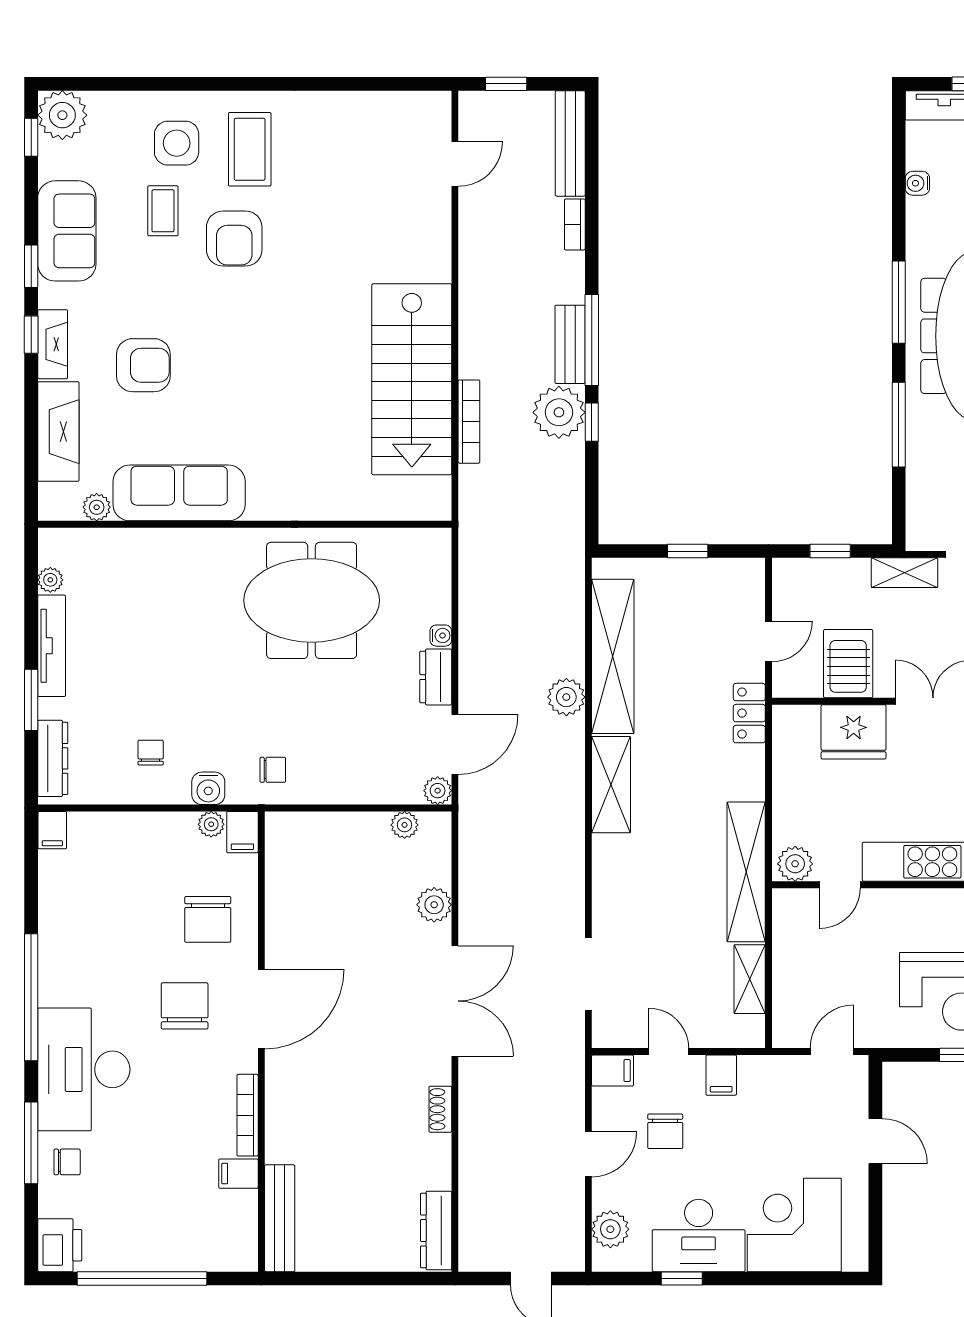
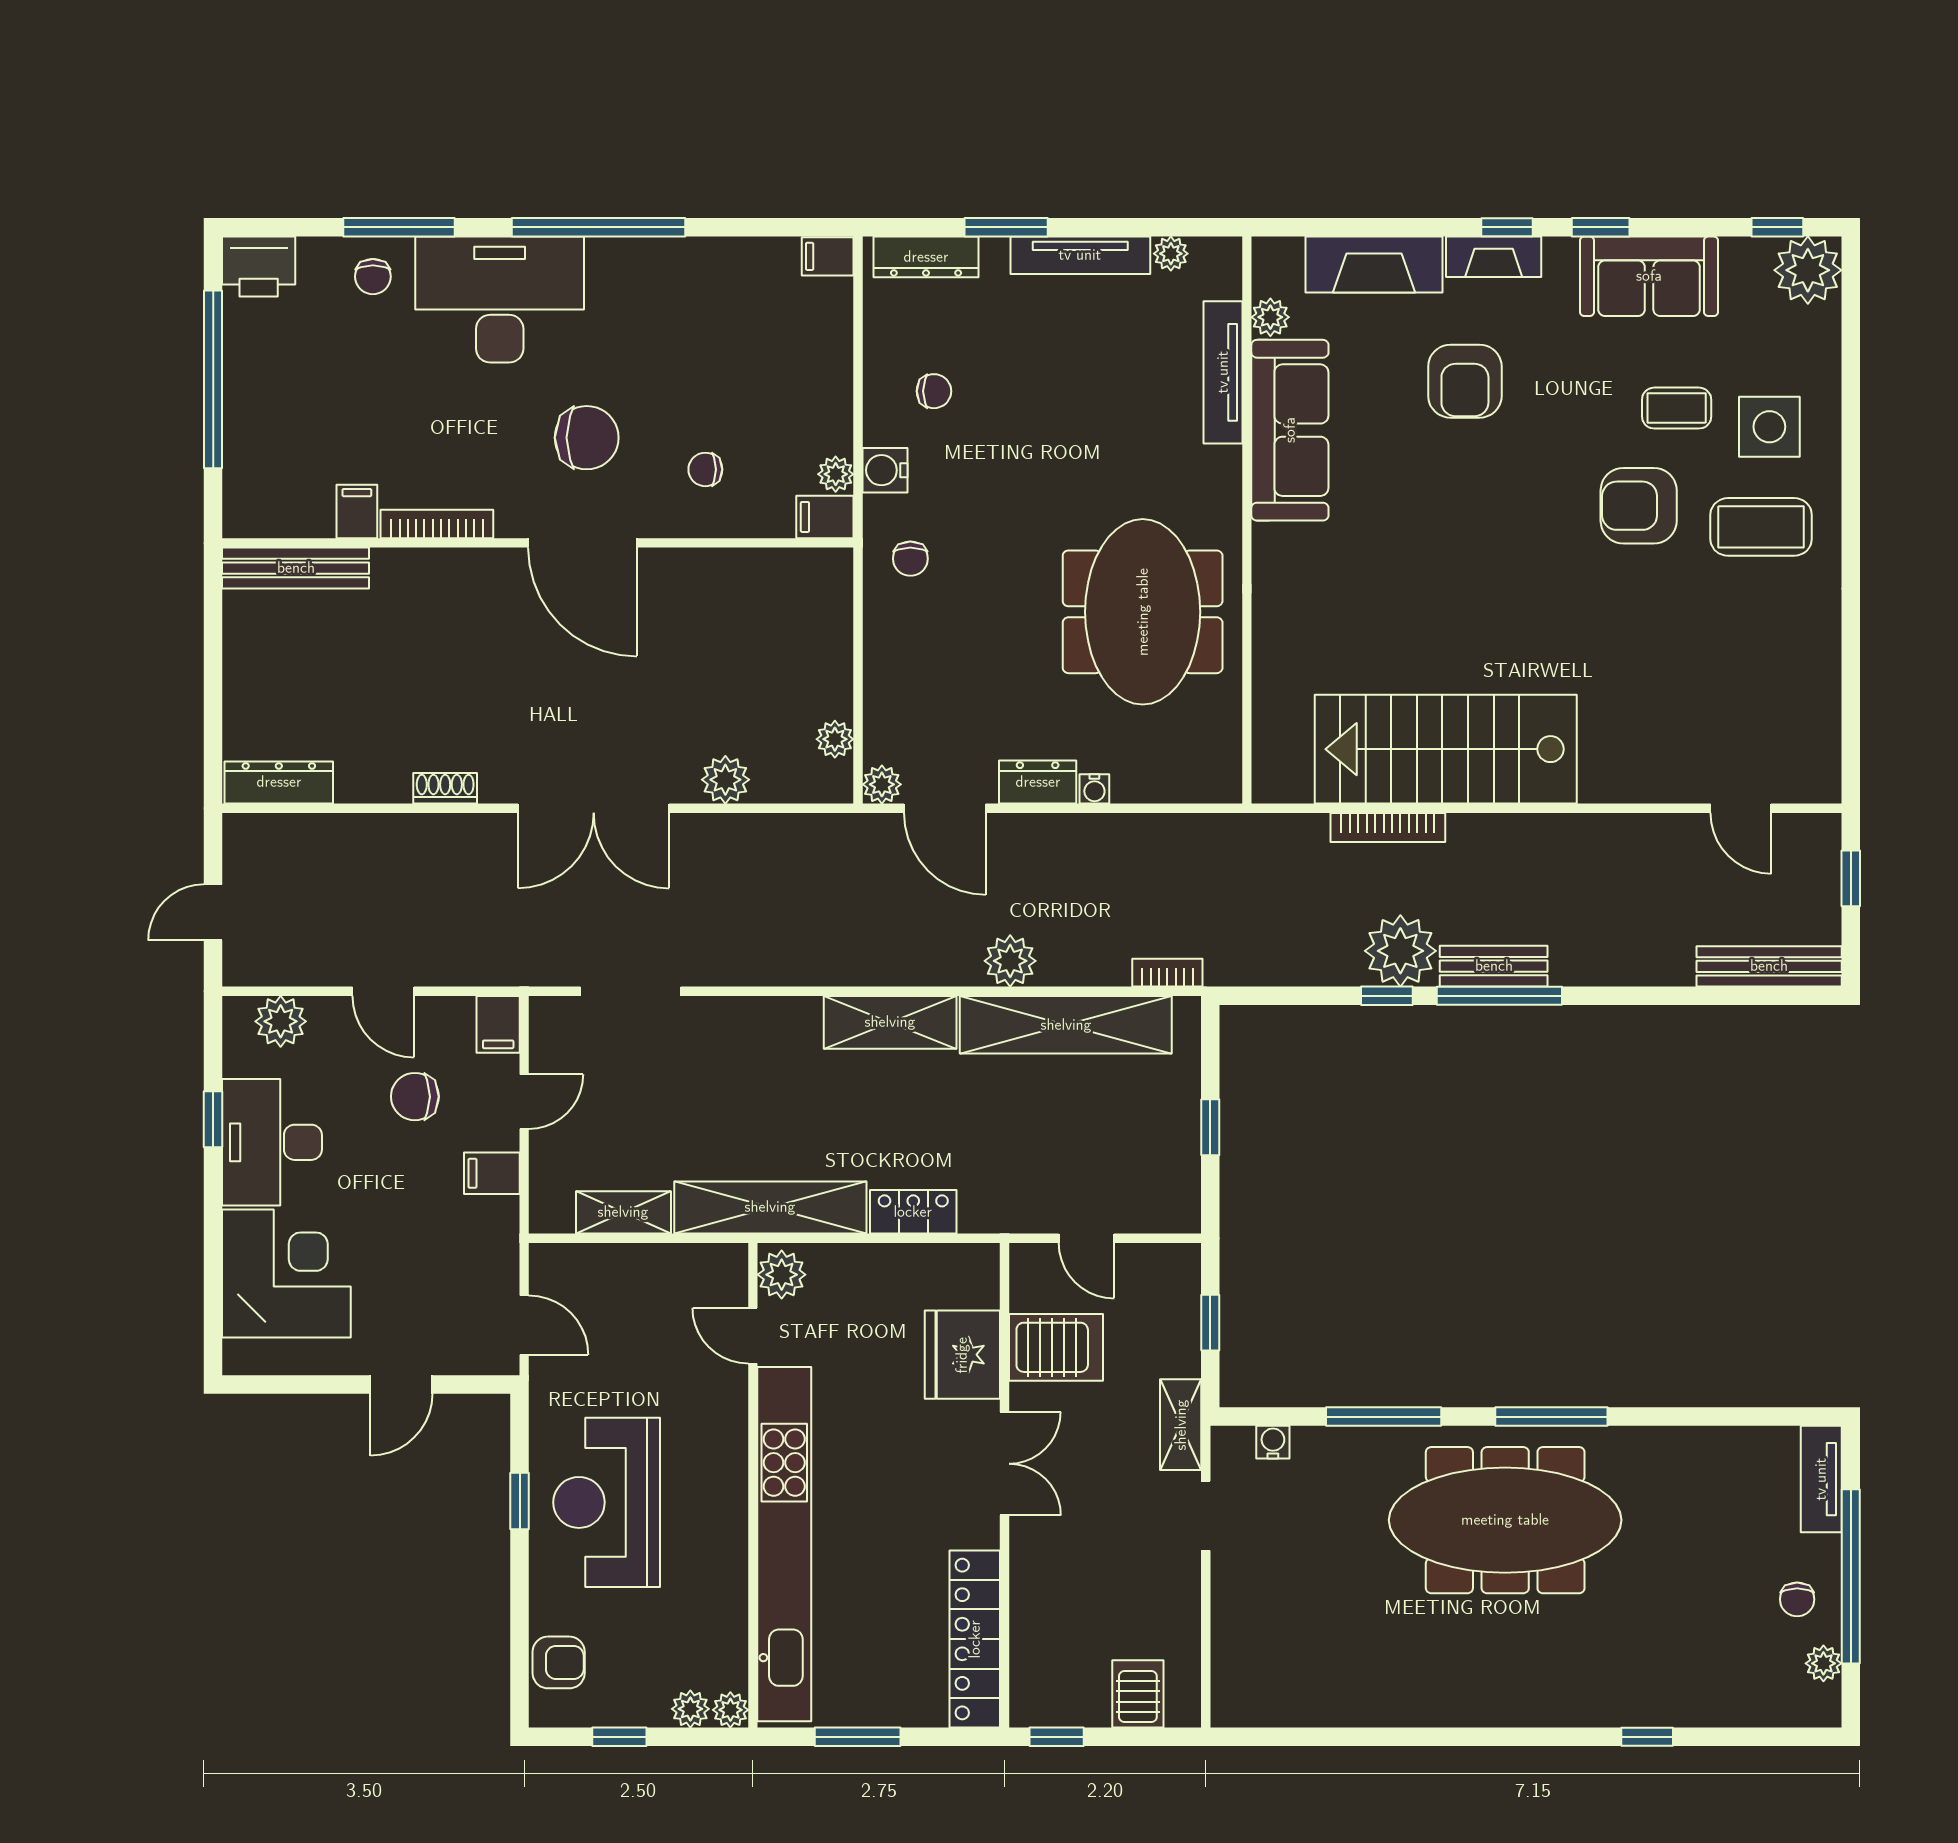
water cooler: (917, 183) -> (1273, 1442), moved
bookcase: (575, 224) -> (1167, 973), moved
tv unit: (137, 542) -> (1223, 372), added
locker: (749, 713) -> (913, 1212), moved
chair: (208, 919) -> (705, 469), width x0.54, depth x0.54

